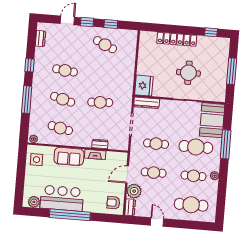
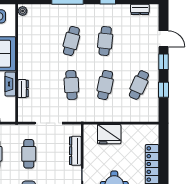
fridge: (144, 86) -> (109, 134), moved
dresser: (147, 103) -> (75, 151), moved
cafe table: (60, 128) -> (105, 85), moved

